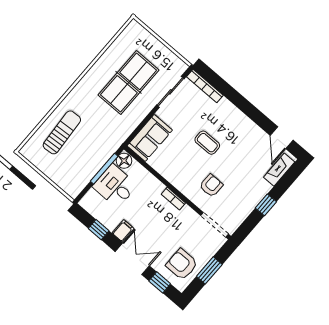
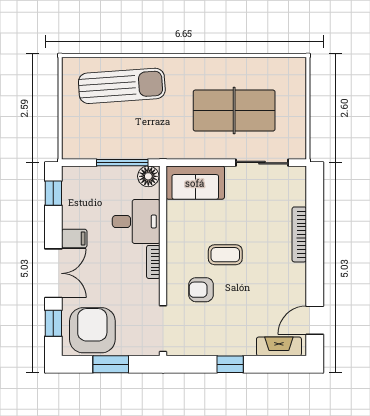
bookcase: (205, 86) -> (299, 234), moved
sun lounger: (62, 132) -> (122, 86), width x1.36, depth x1.34
coffee table: (207, 143) -> (225, 255), moved, turned 90
desk: (115, 186) -> (136, 222), moved, turned 90
armchair: (211, 186) -> (201, 290), turned 180
window: (99, 230) -> (53, 193), moved
armchair: (182, 264) -> (92, 330), width x1.36, depth x1.36

